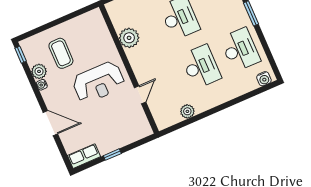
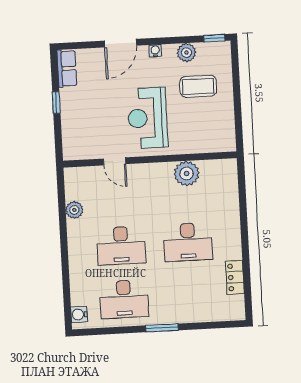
water cooler: (42, 85) -> (155, 51), moved

